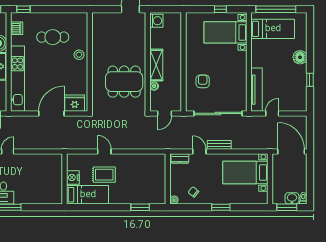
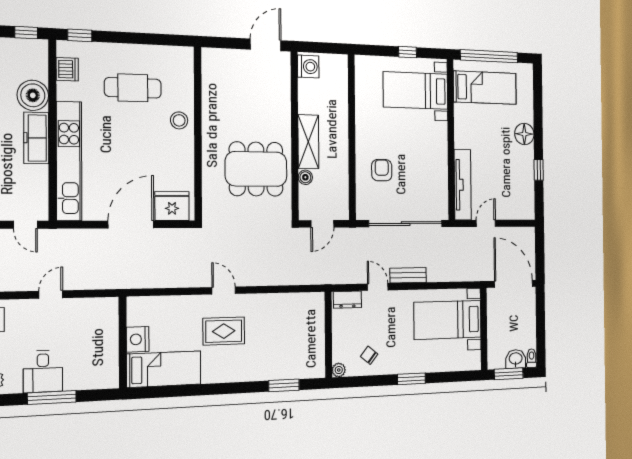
nightstand: (73, 177) -> (138, 339), moved
wall: (64, 179) -> (123, 342), moved
bed: (88, 195) -> (164, 369), moved

